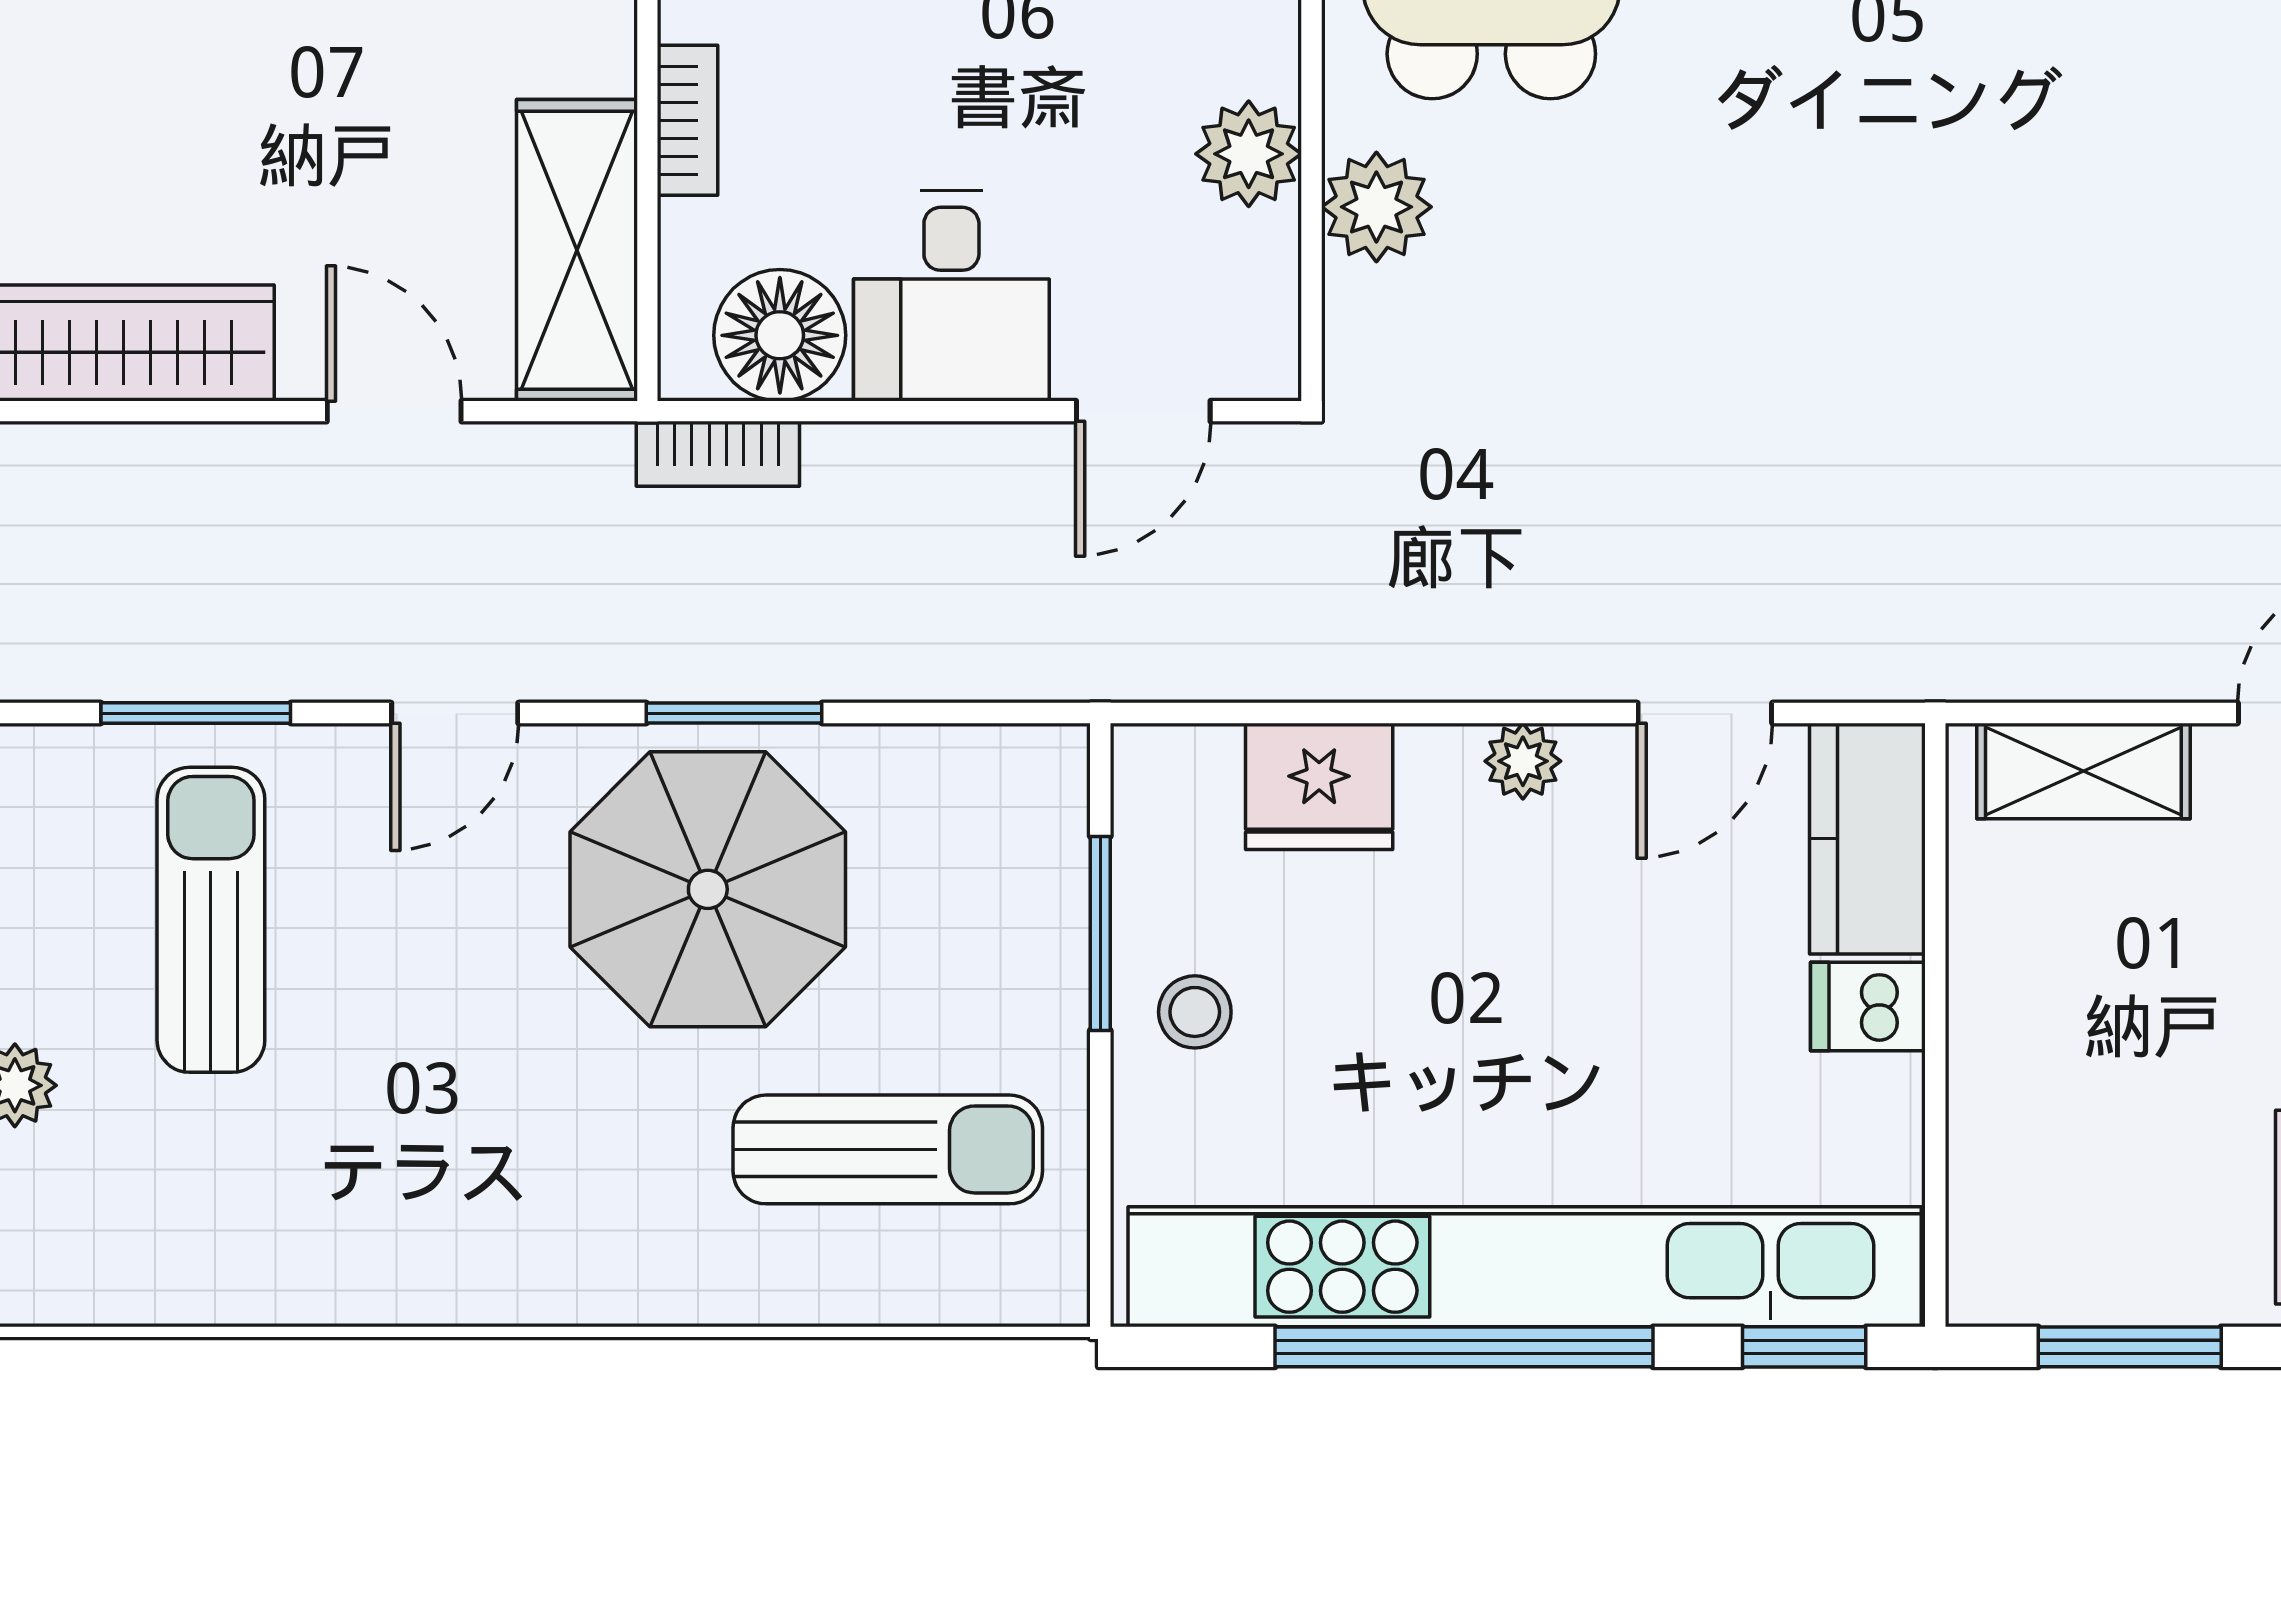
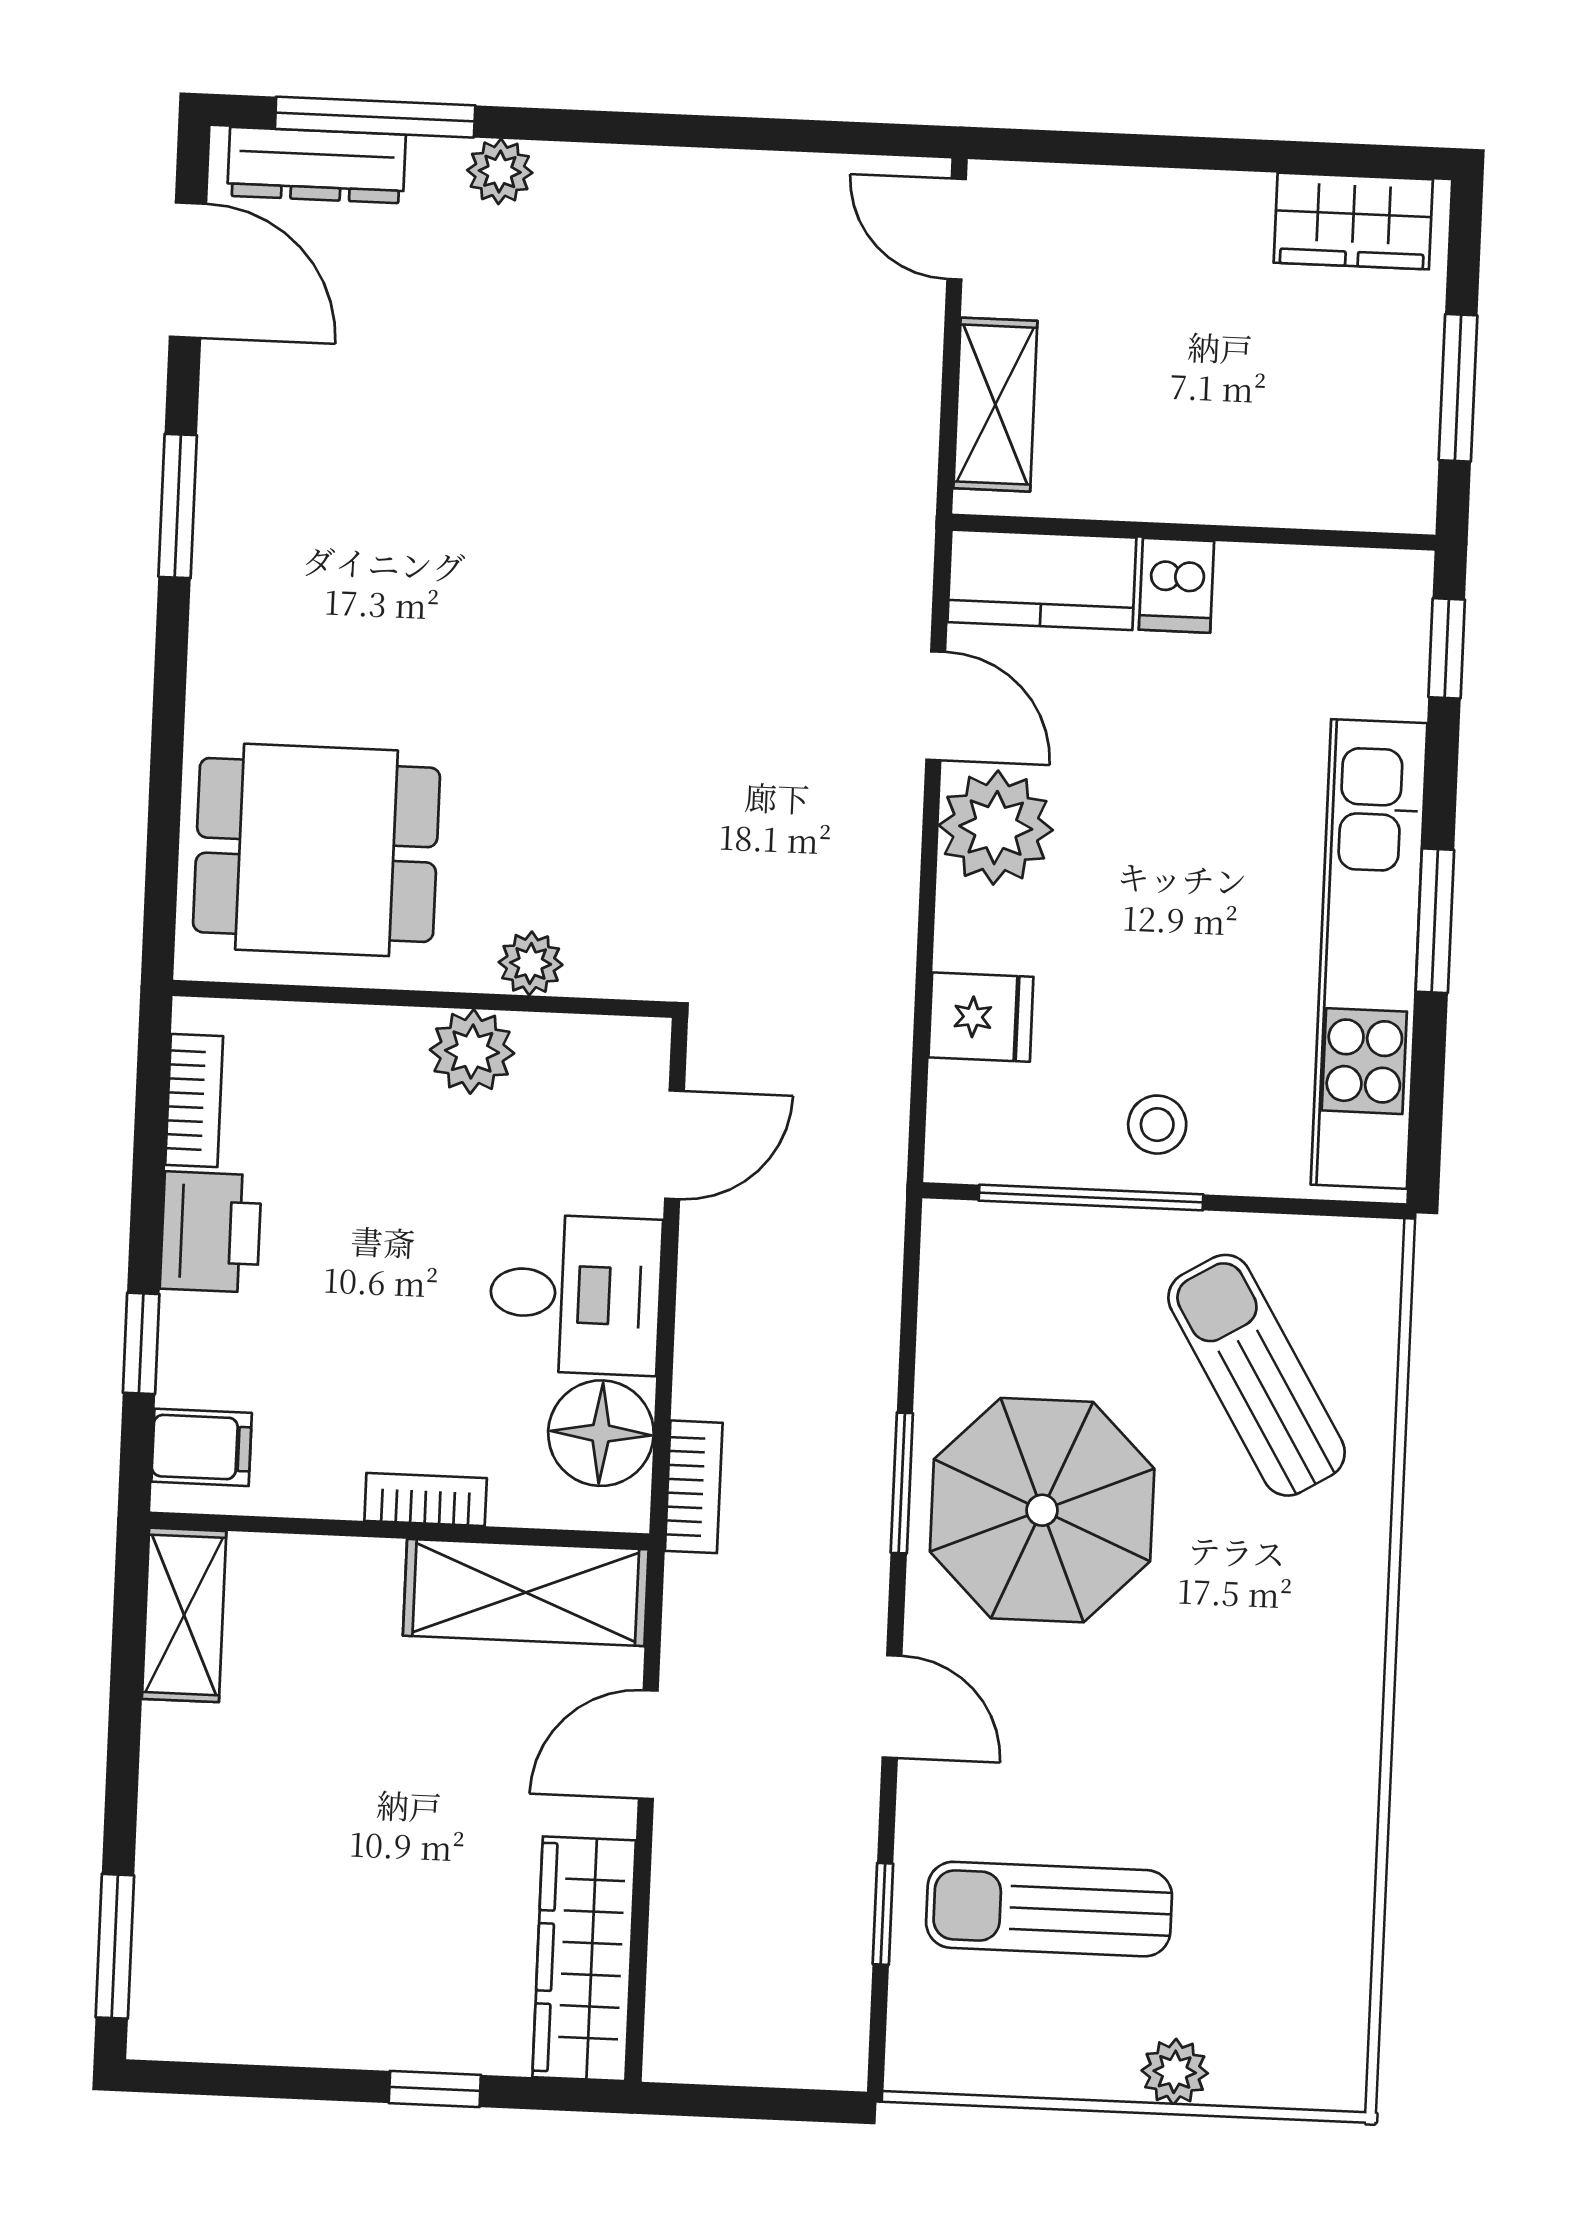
plant: (1376, 207) -> (531, 963), width x0.73, depth x0.73
door: (1143, 411) -> (674, 1145), hinge flipped
window: (196, 713) -> (883, 1914), width x0.67
plant: (1523, 761) -> (996, 828), width x1.88, depth x1.88
fridge: (1319, 786) -> (981, 1017), width x0.72
window: (1100, 933) -> (1091, 1198), width x1.44
sun lounger: (888, 1149) -> (1257, 1375), turned -31
kitchen unit: (1525, 1267) -> (1369, 954), width x0.73
window: (1464, 1347) -> (1435, 921), width x0.47

